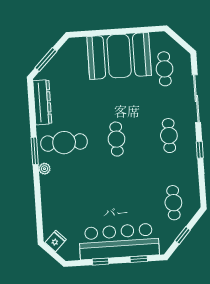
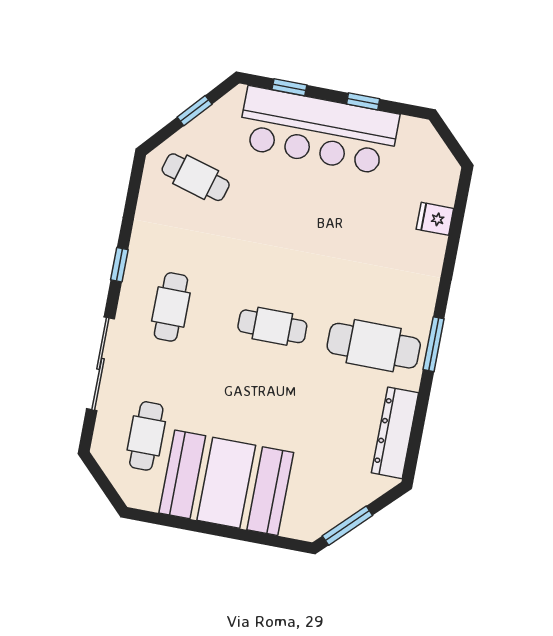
window: (46, 60) -> (347, 526), moved
cafe table: (116, 139) -> (272, 326), turned 90
plant: (44, 169) -> (424, 306), removed
cafe table: (173, 203) -> (196, 177), turned -74
fridge: (56, 241) -> (435, 219), moved, turned 45

